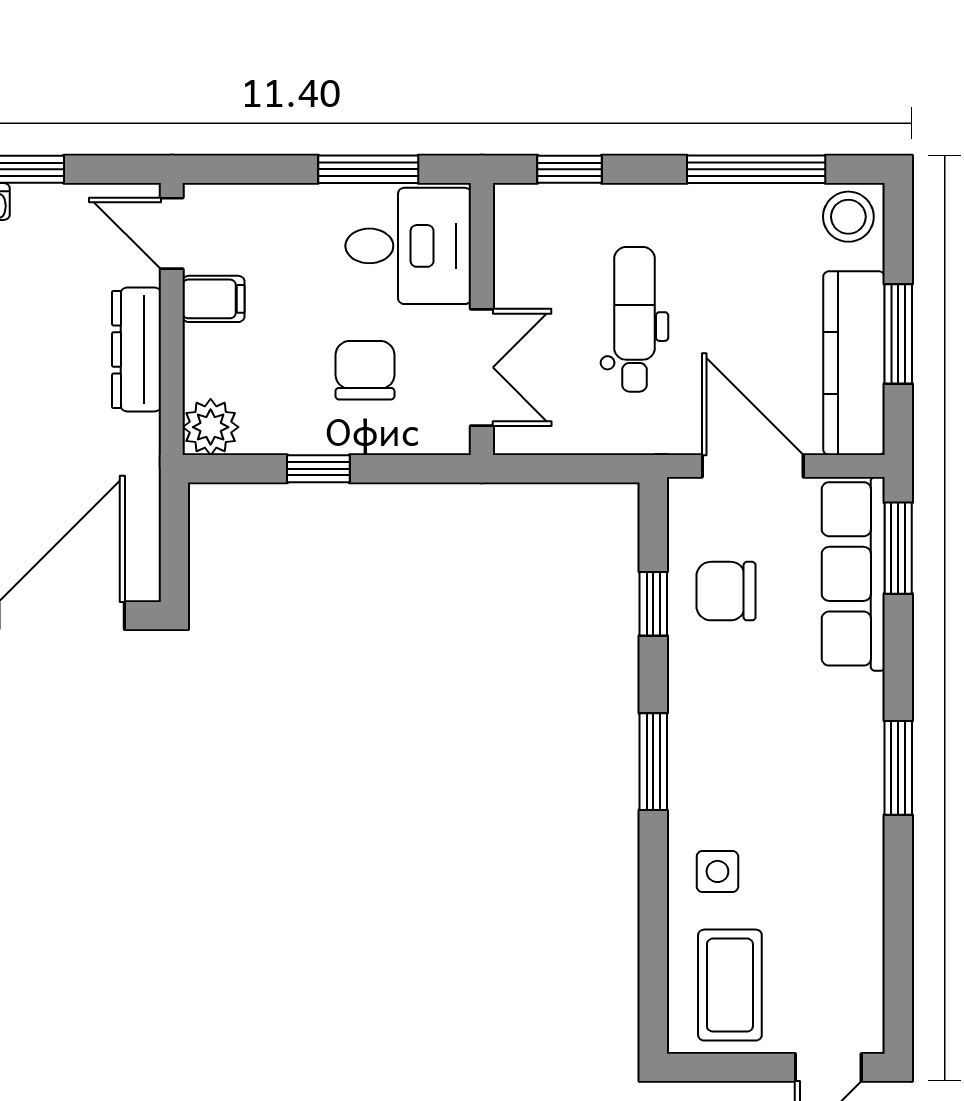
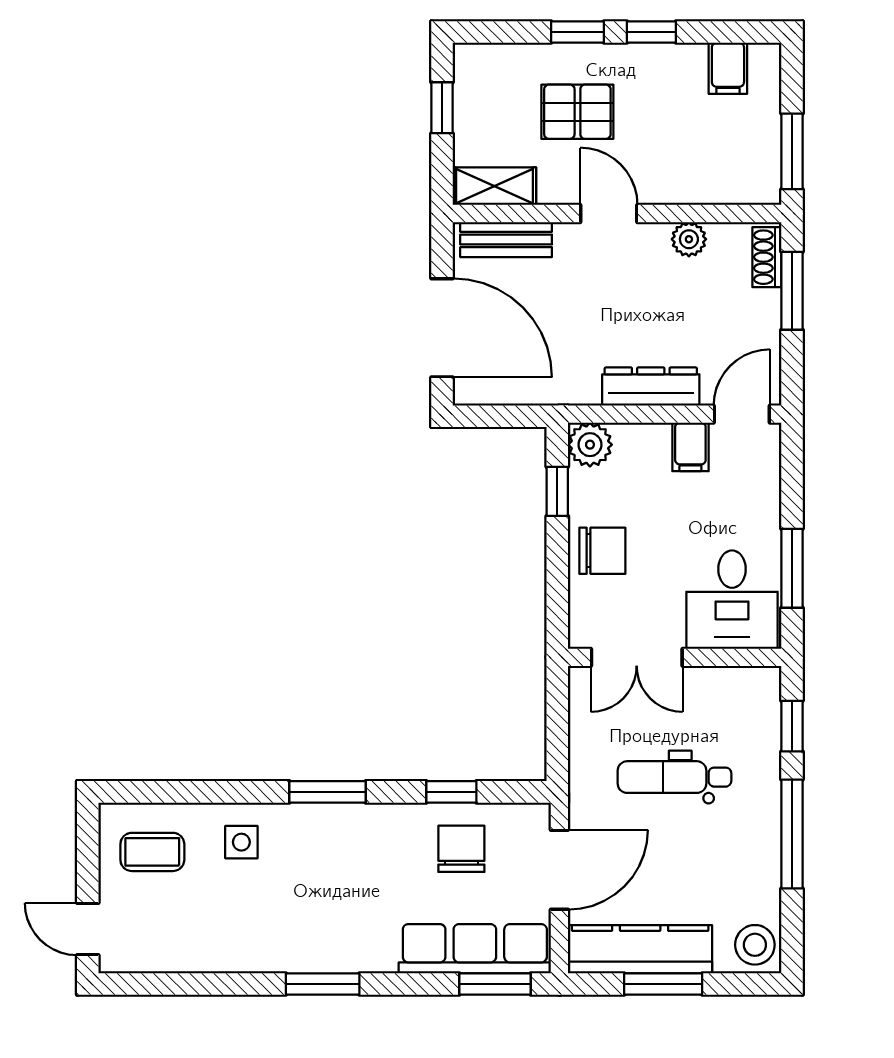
window: (756, 169) -> (792, 834), moved
dental chair: (634, 319) -> (674, 777), turned 180
chair: (365, 370) -> (602, 551), moved
window: (318, 469) -> (557, 491), moved
coffee table: (730, 985) -> (152, 852), width x0.73, depth x0.77

